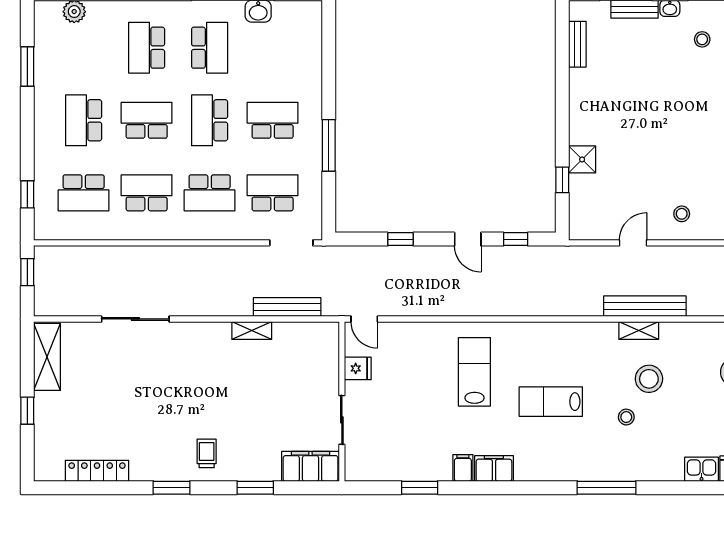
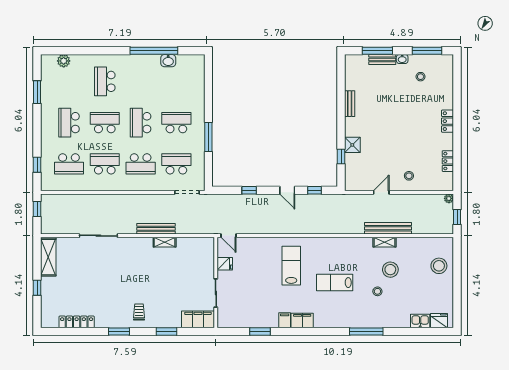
bench: (577, 44) -> (350, 104), moved
school desk: (210, 48) -> (141, 81), removed
bench: (287, 307) -> (156, 229), moved

